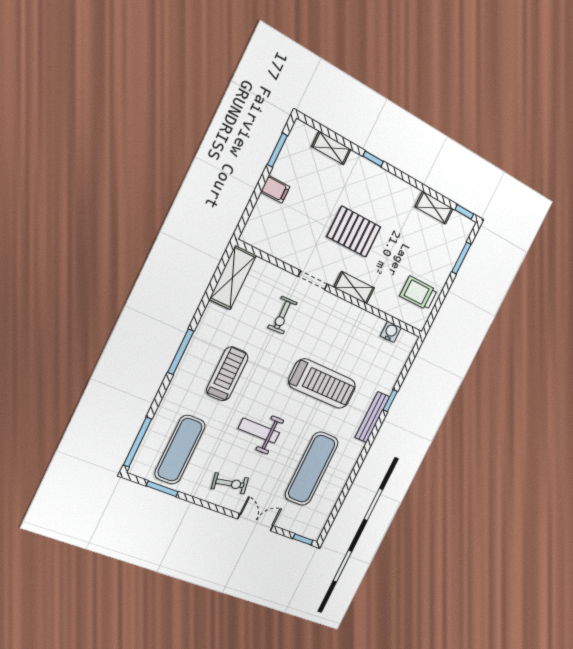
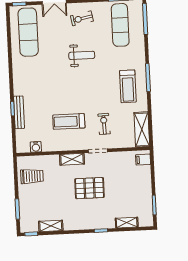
filing cabinet: (275, 189) -> (143, 160), moved
treadmill: (227, 374) -> (128, 86), moved
treadmill: (322, 384) -> (69, 121), moved, width x0.73, depth x0.73
bench: (372, 417) -> (19, 112), moved
exercise mat: (312, 469) -> (28, 32), moved

